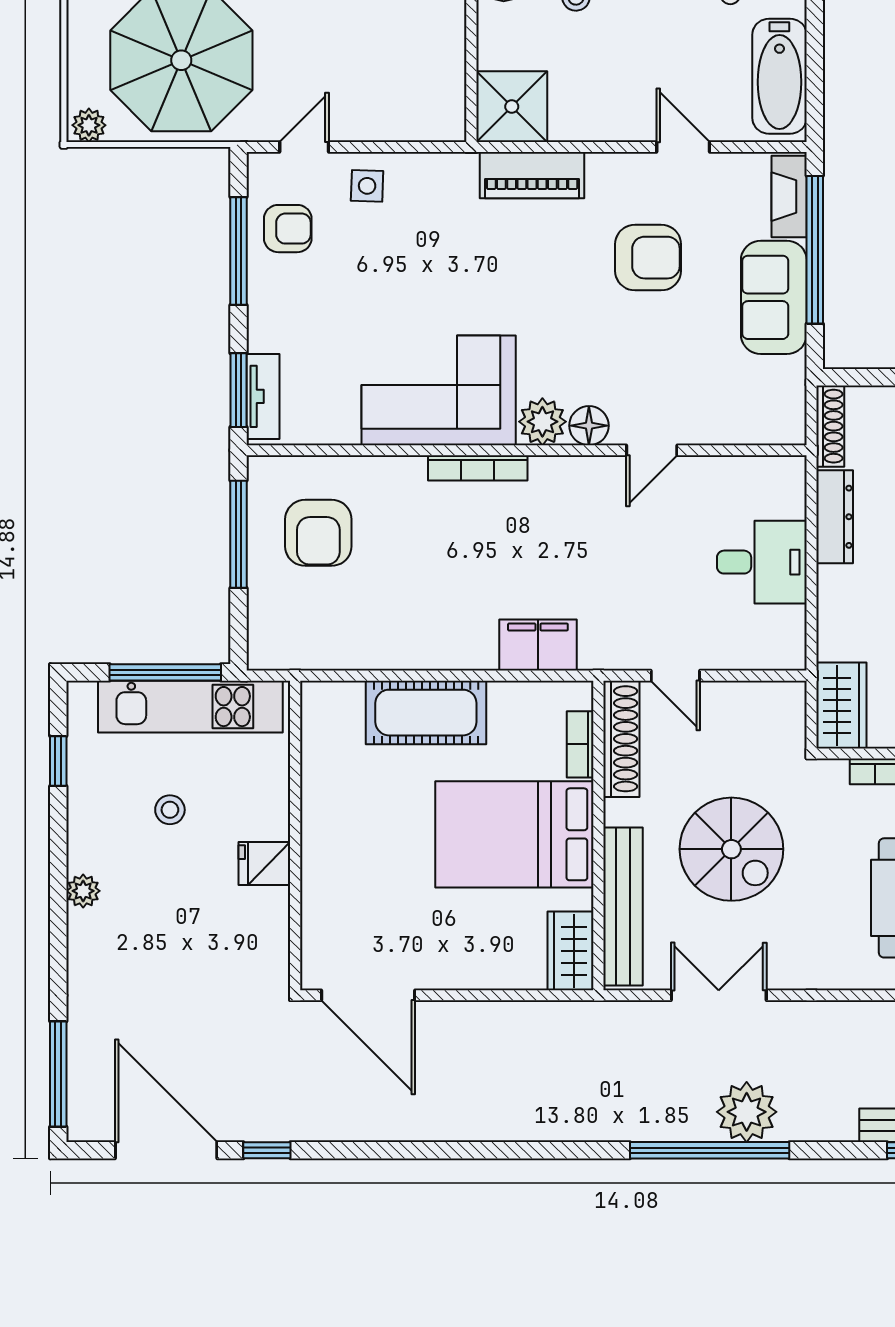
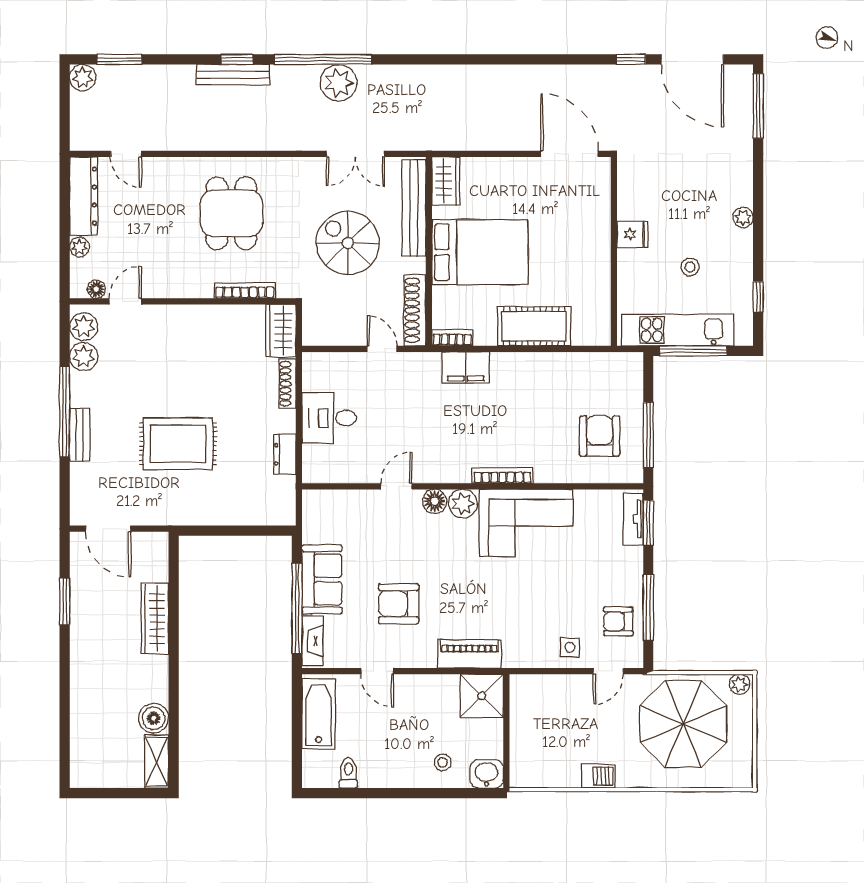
shoe rack: (830, 426) -> (288, 384), moved
dresser: (835, 517) -> (285, 454), width x0.70
bookcase: (580, 744) -> (452, 338), moved, turned -90
window: (710, 1150) -> (323, 59), moved

